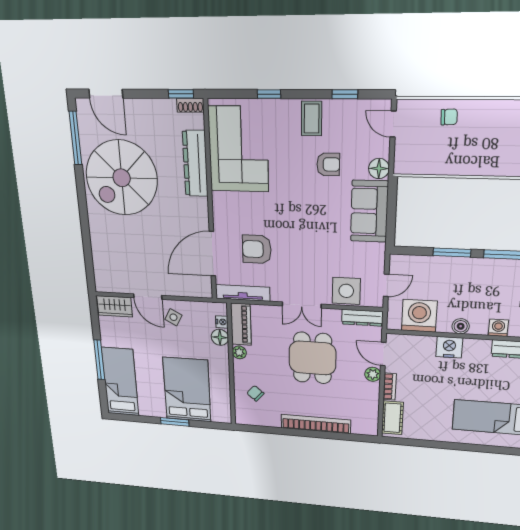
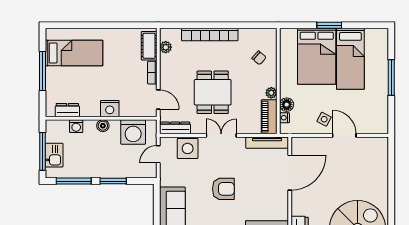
armchair: (257, 249) -> (223, 189), moved
wardrobe: (115, 306) -> (373, 126), removed
plant: (373, 374) -> (166, 47), moved
bed: (120, 382) -> (350, 59), moved

